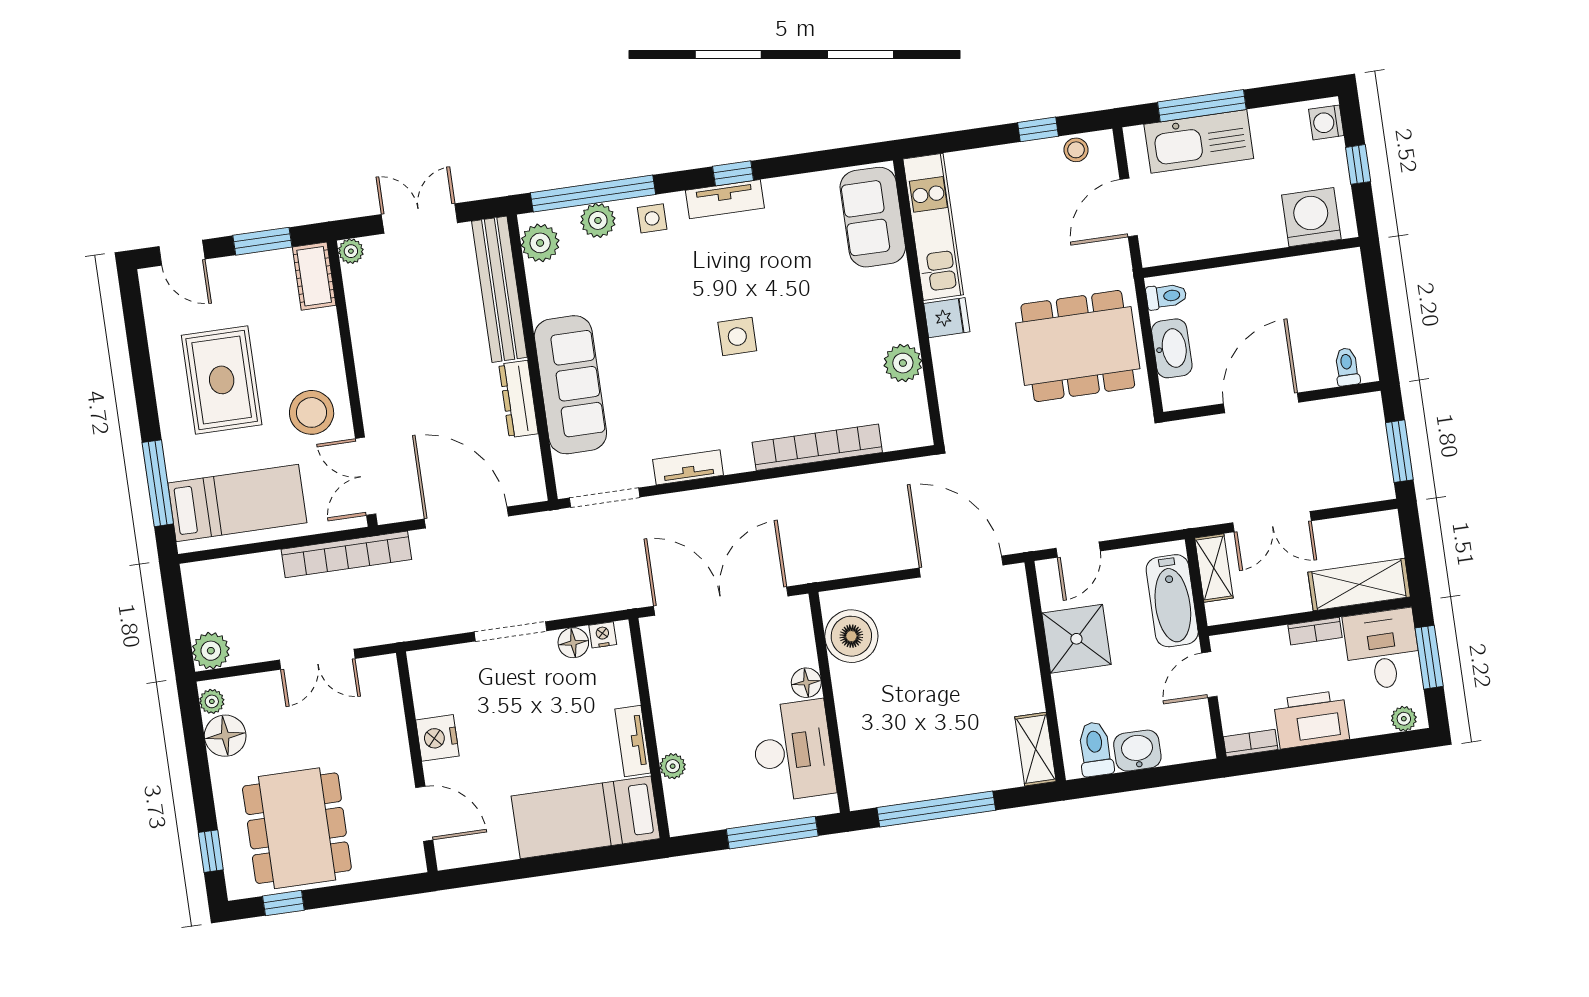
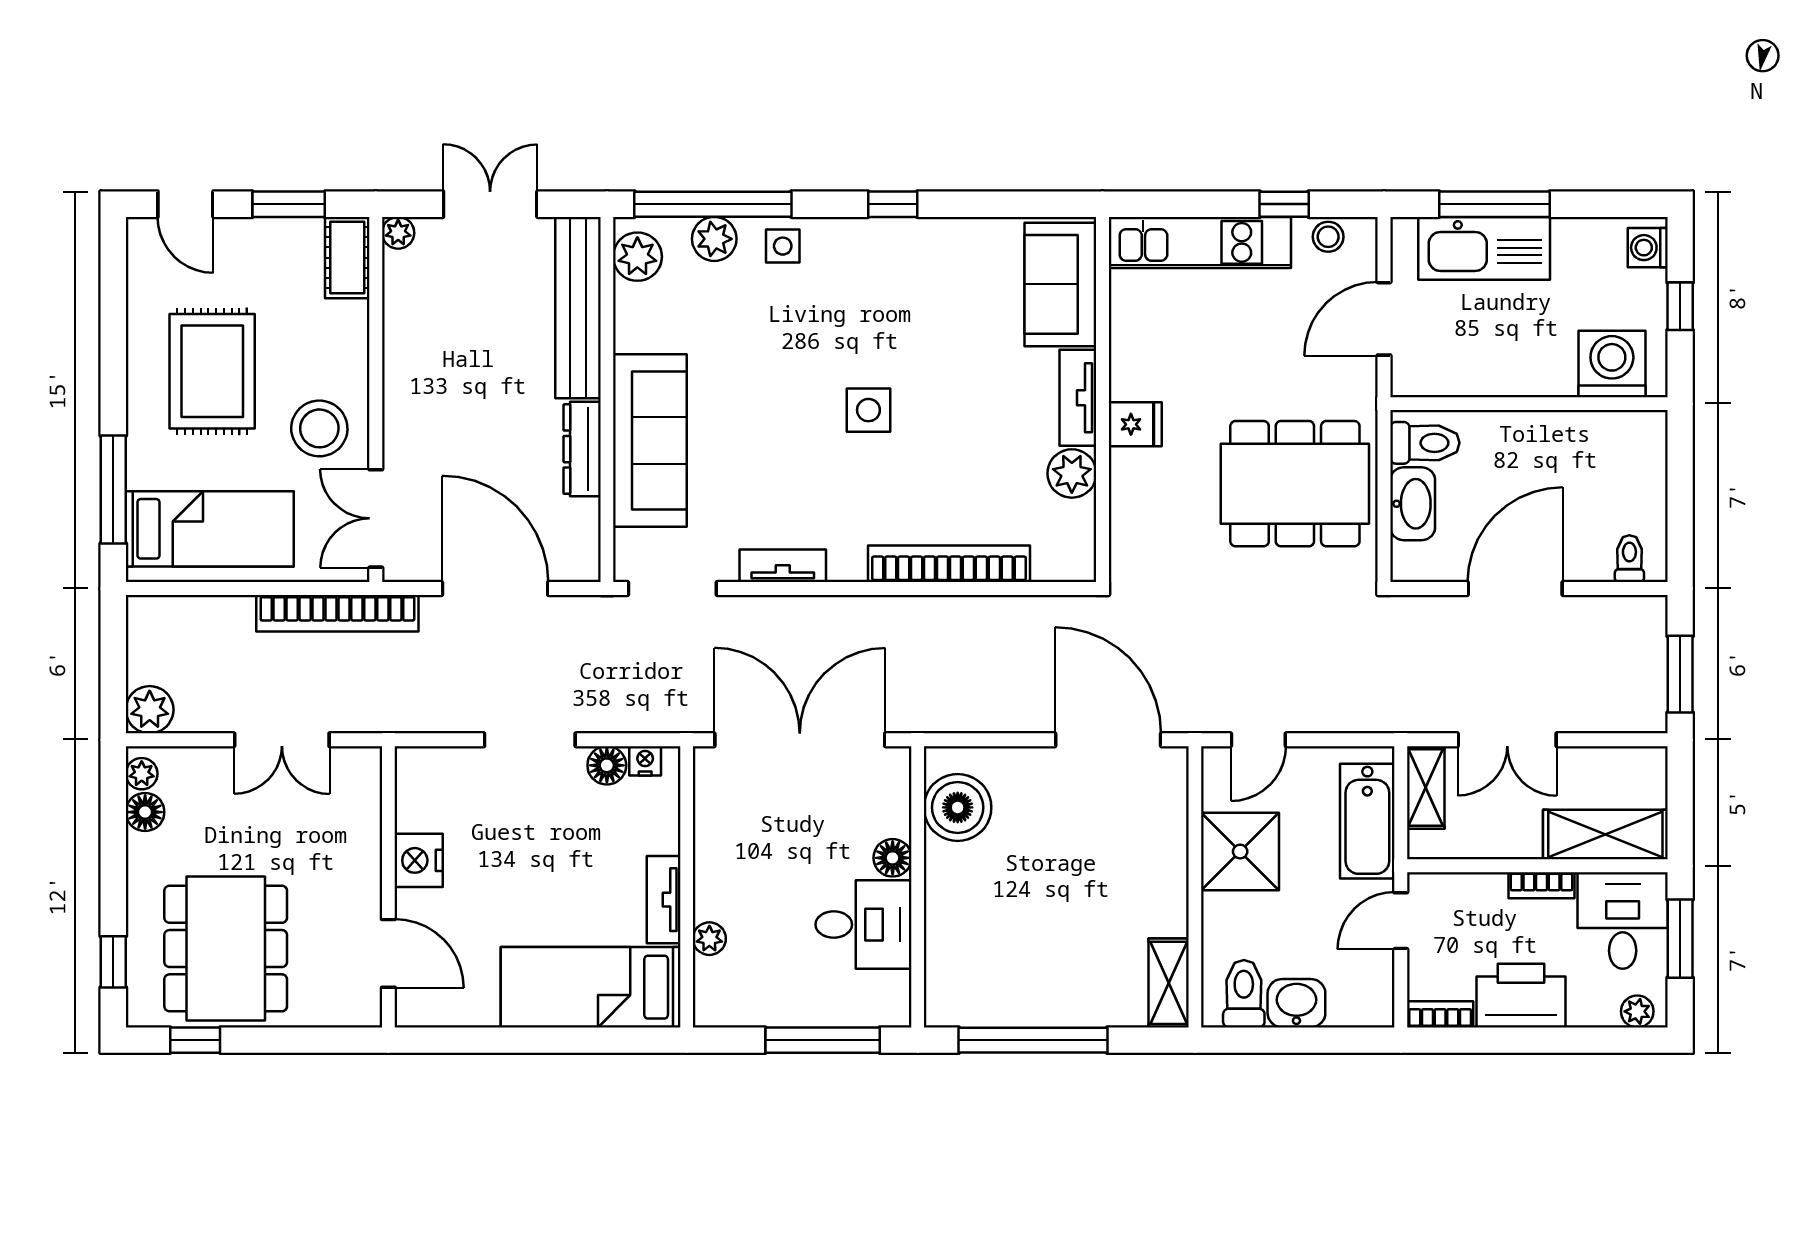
tv unit: (725, 199) -> (1078, 398), moved, turned 90
kitchen unit: (933, 227) -> (1200, 242), moved, turned 90
toilet: (1166, 296) -> (1425, 443), width x1.37, depth x1.39
floor lamp: (225, 736) -> (145, 812), width x0.73, depth x0.73
desk: (793, 751) -> (863, 925), width x0.73

